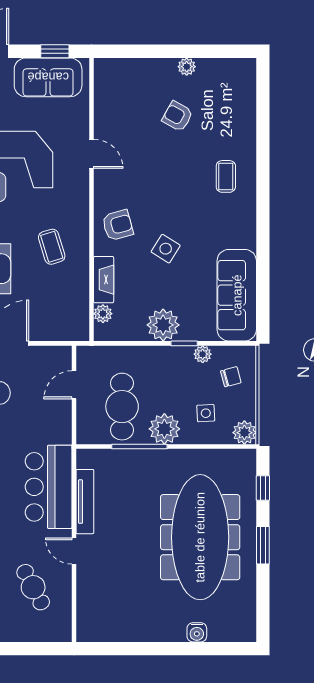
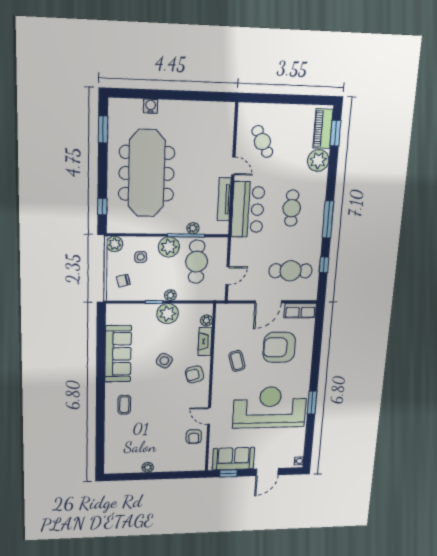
armchair: (177, 116) -> (194, 437), moved, turned 61
sofa: (237, 295) -> (118, 354), moved
plant: (203, 354) -> (170, 295), moved
plant: (130, 458) -> (193, 228), added
window: (263, 545) -> (103, 129), moved

